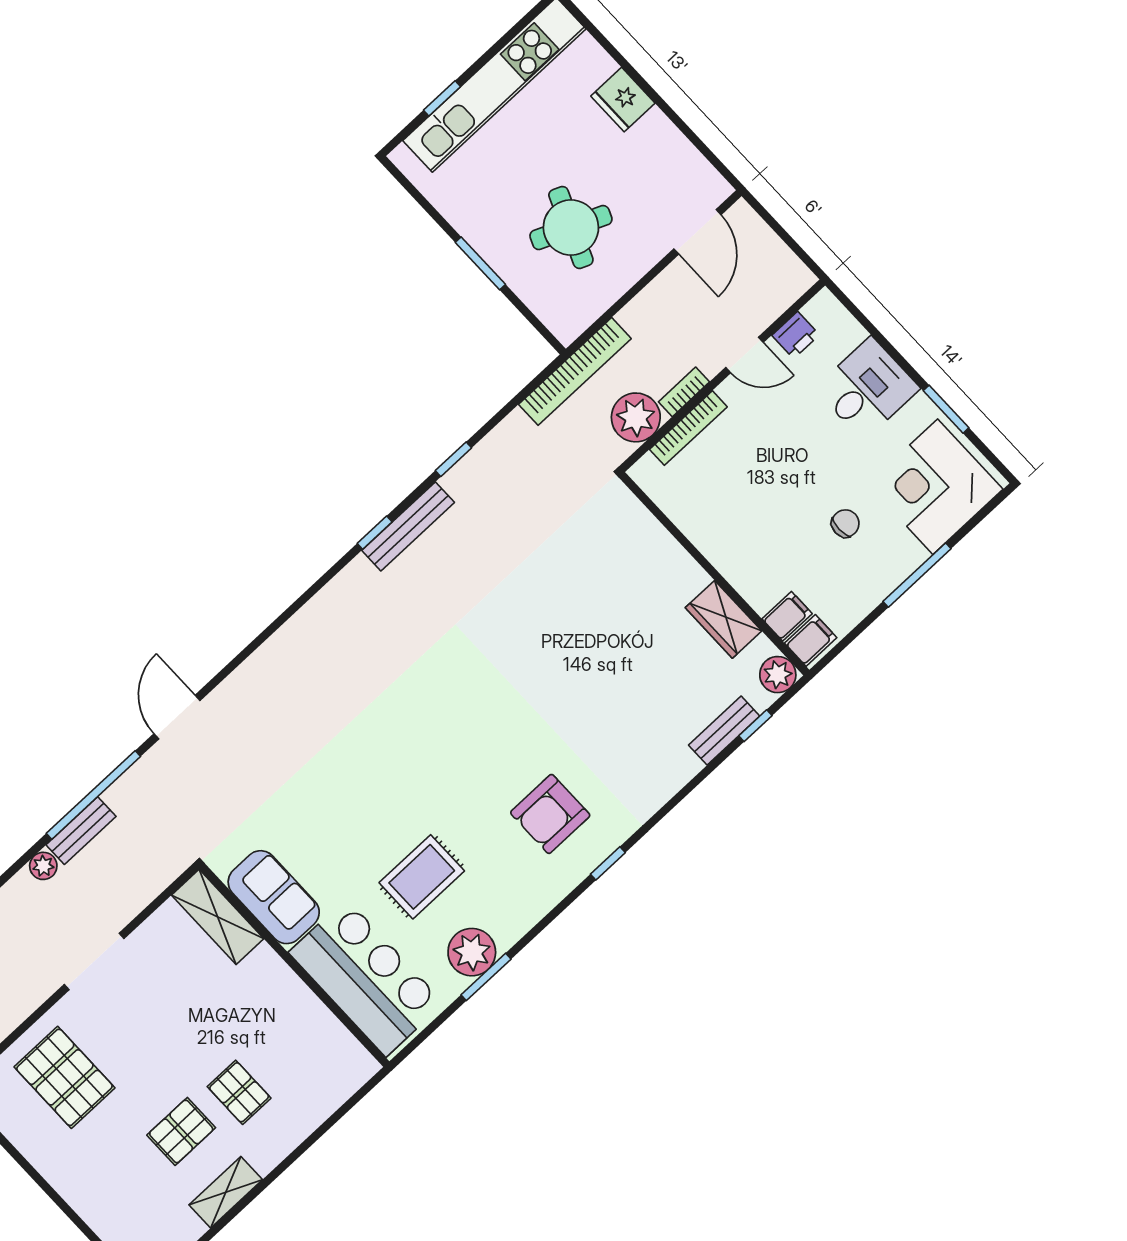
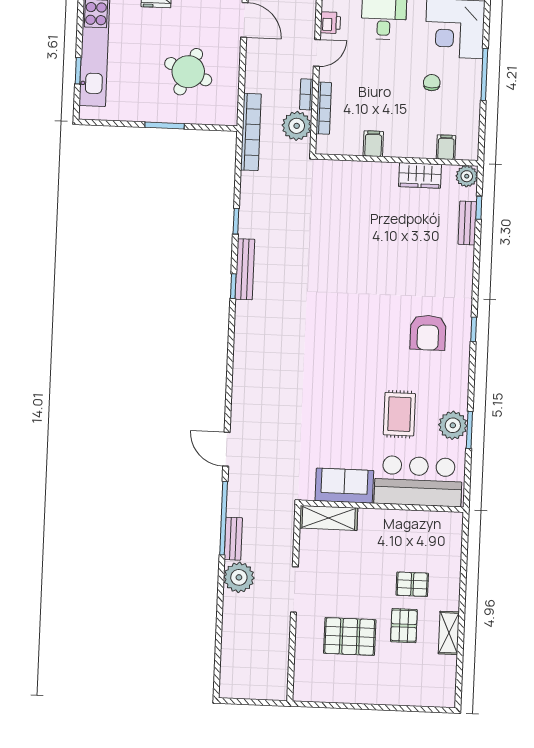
filing cabinet: (811, 640) -> (373, 144), moved
plant: (43, 866) -> (239, 577), width x1.87, depth x1.87
pallet: (64, 1077) -> (350, 636), moved

